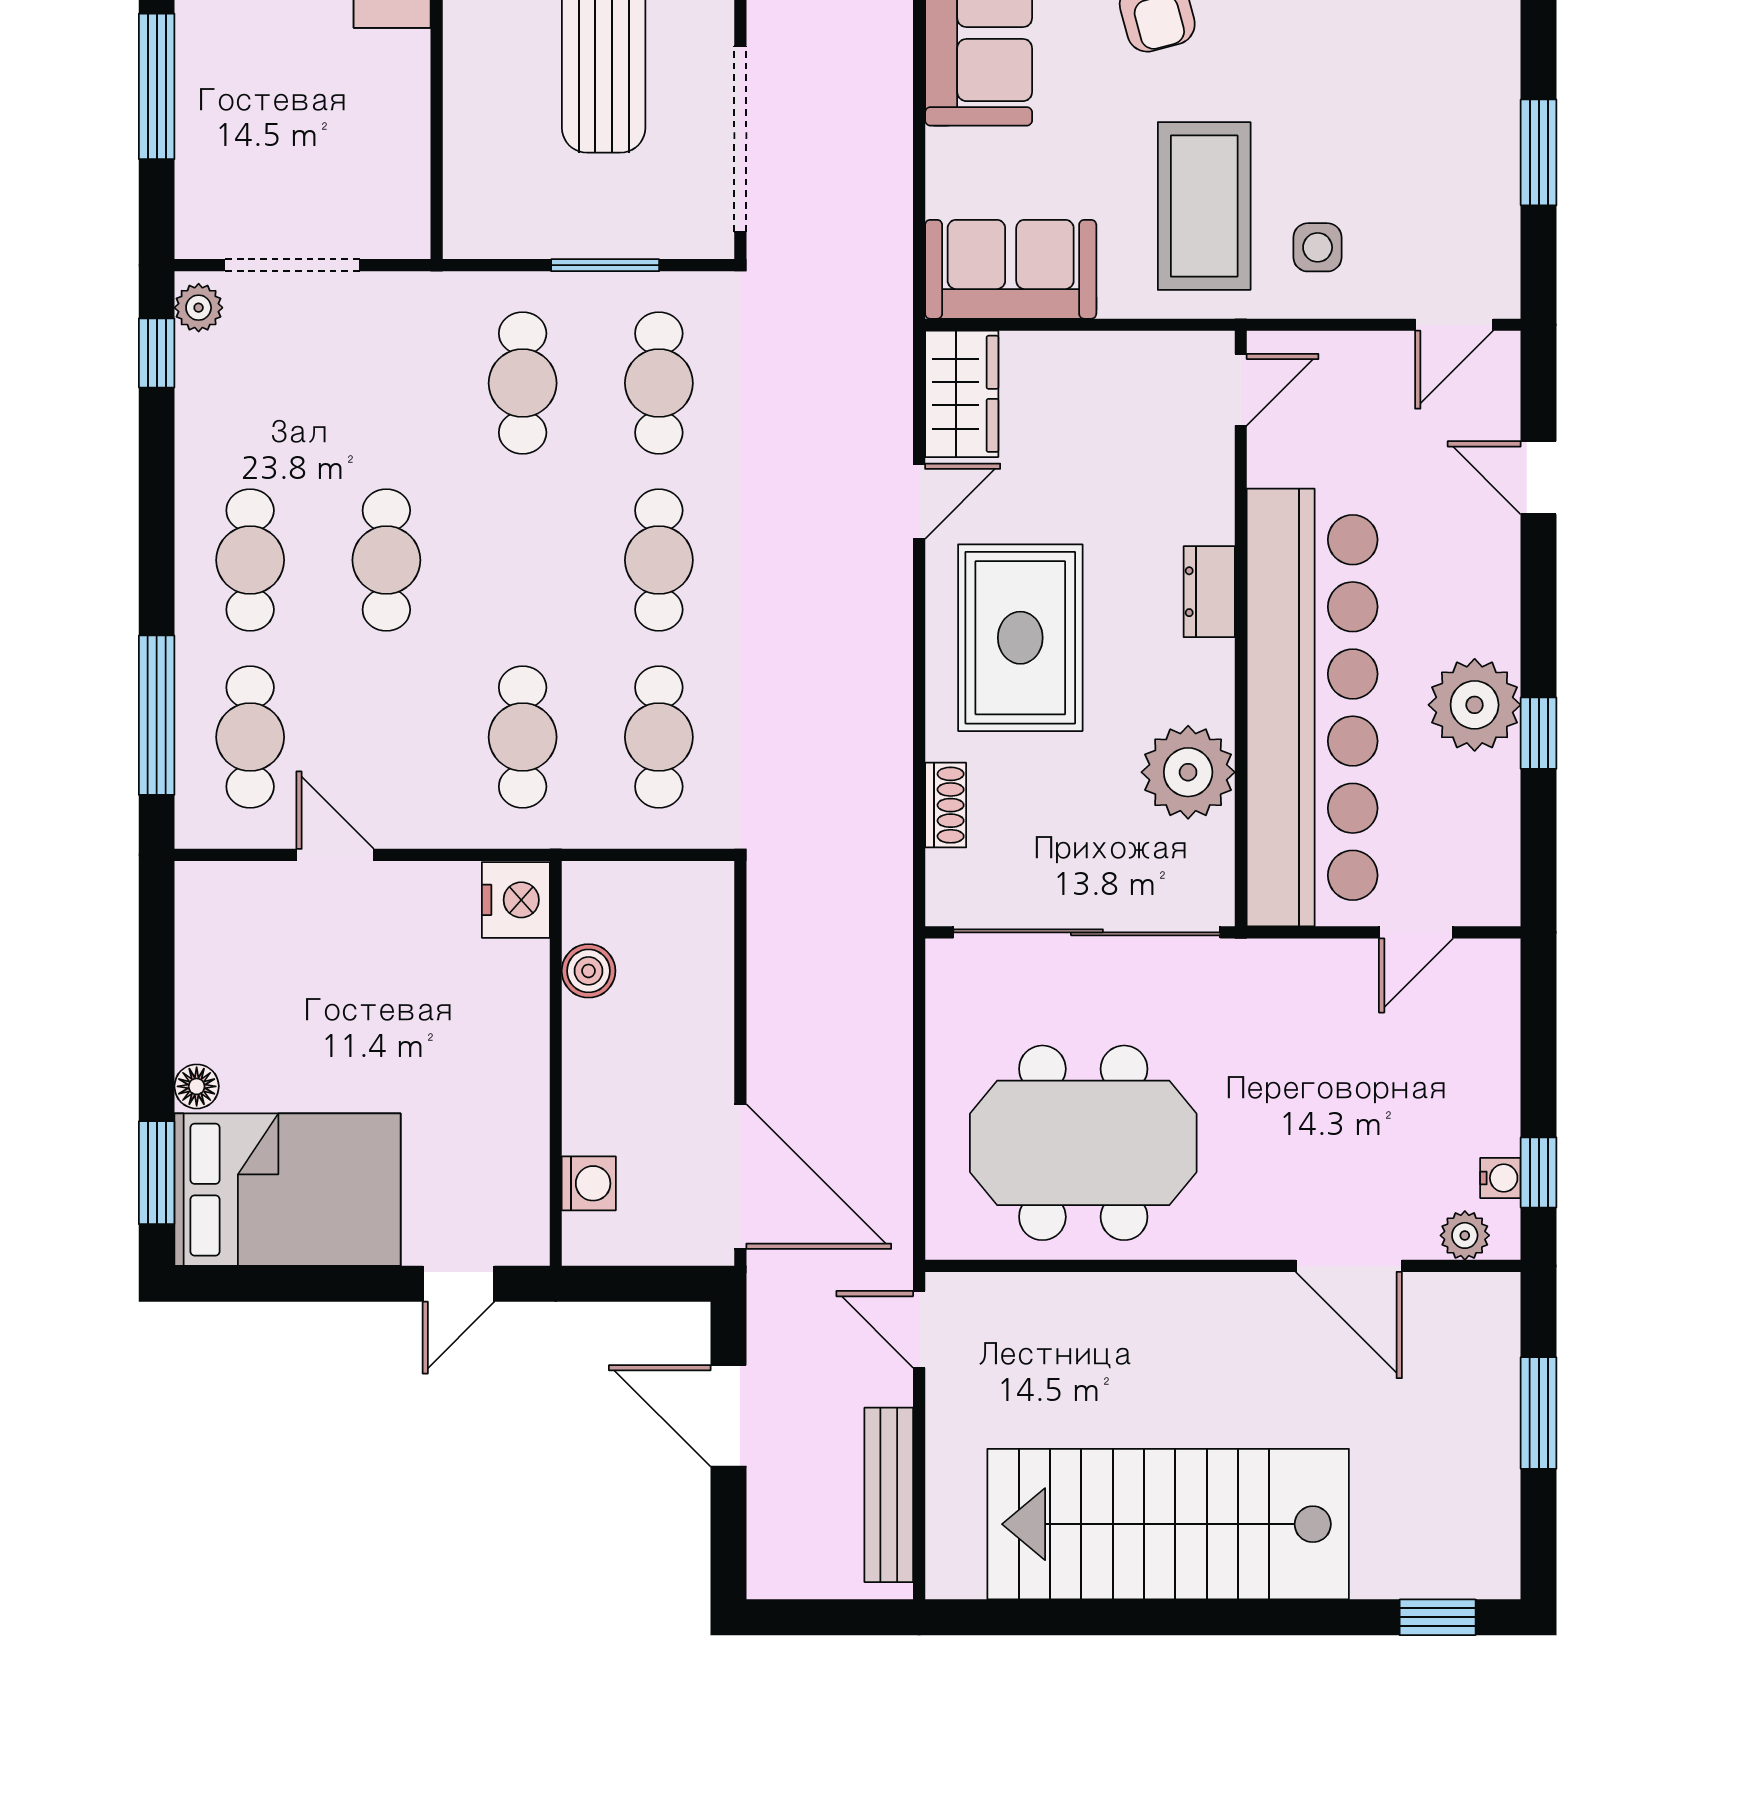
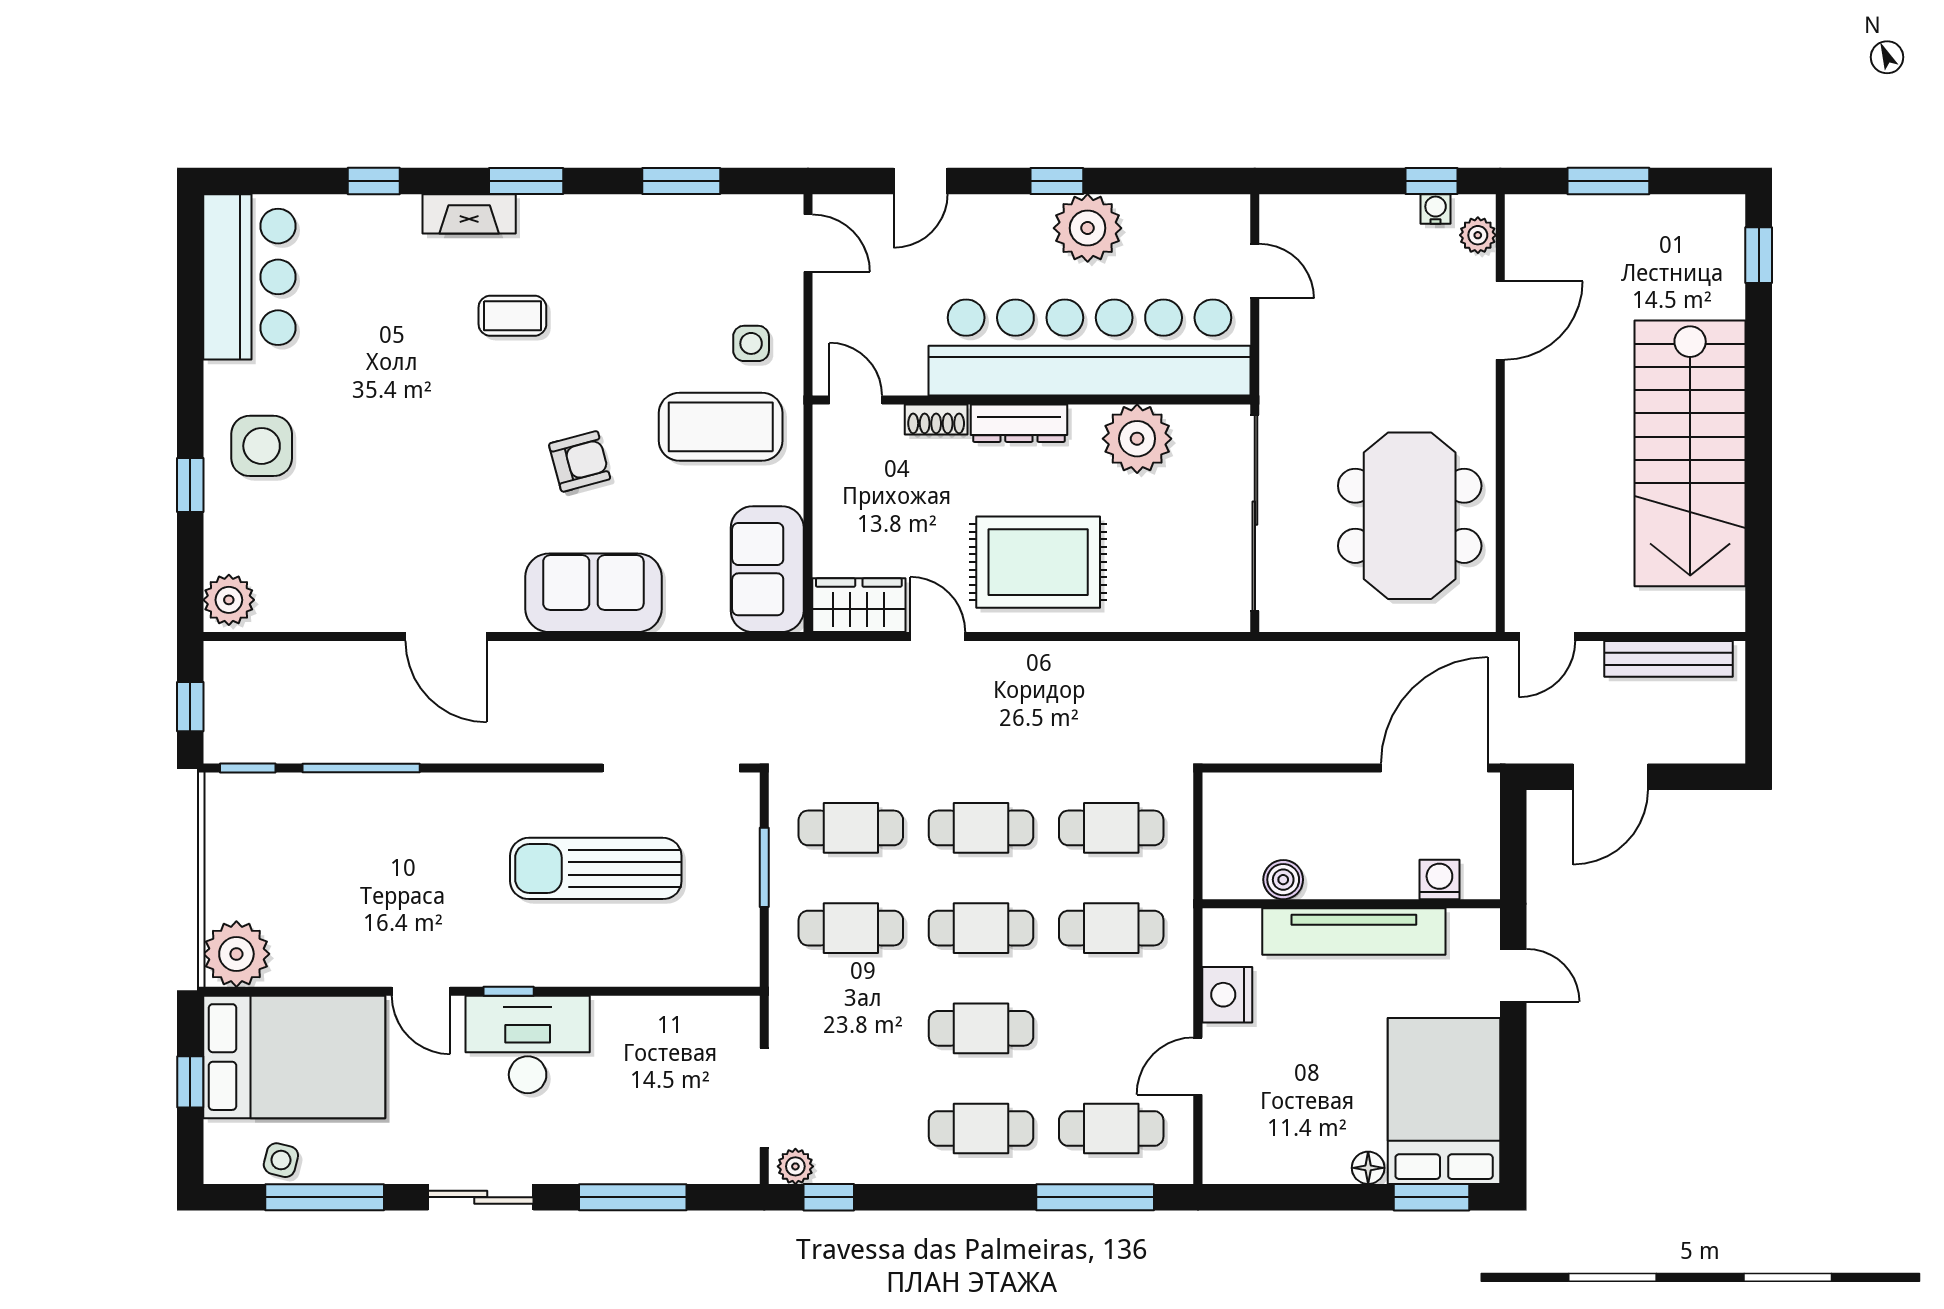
cafe table: (523, 560) -> (981, 928), added
dresser: (1209, 592) -> (1019, 423), width x1.44
window: (1539, 733) -> (1057, 181), moved
shoe rack: (946, 805) -> (936, 419), moved, turned 180
nightstand: (516, 900) -> (1227, 995), moved, turned -90
tv unit: (518, 1067) -> (1354, 932), added

